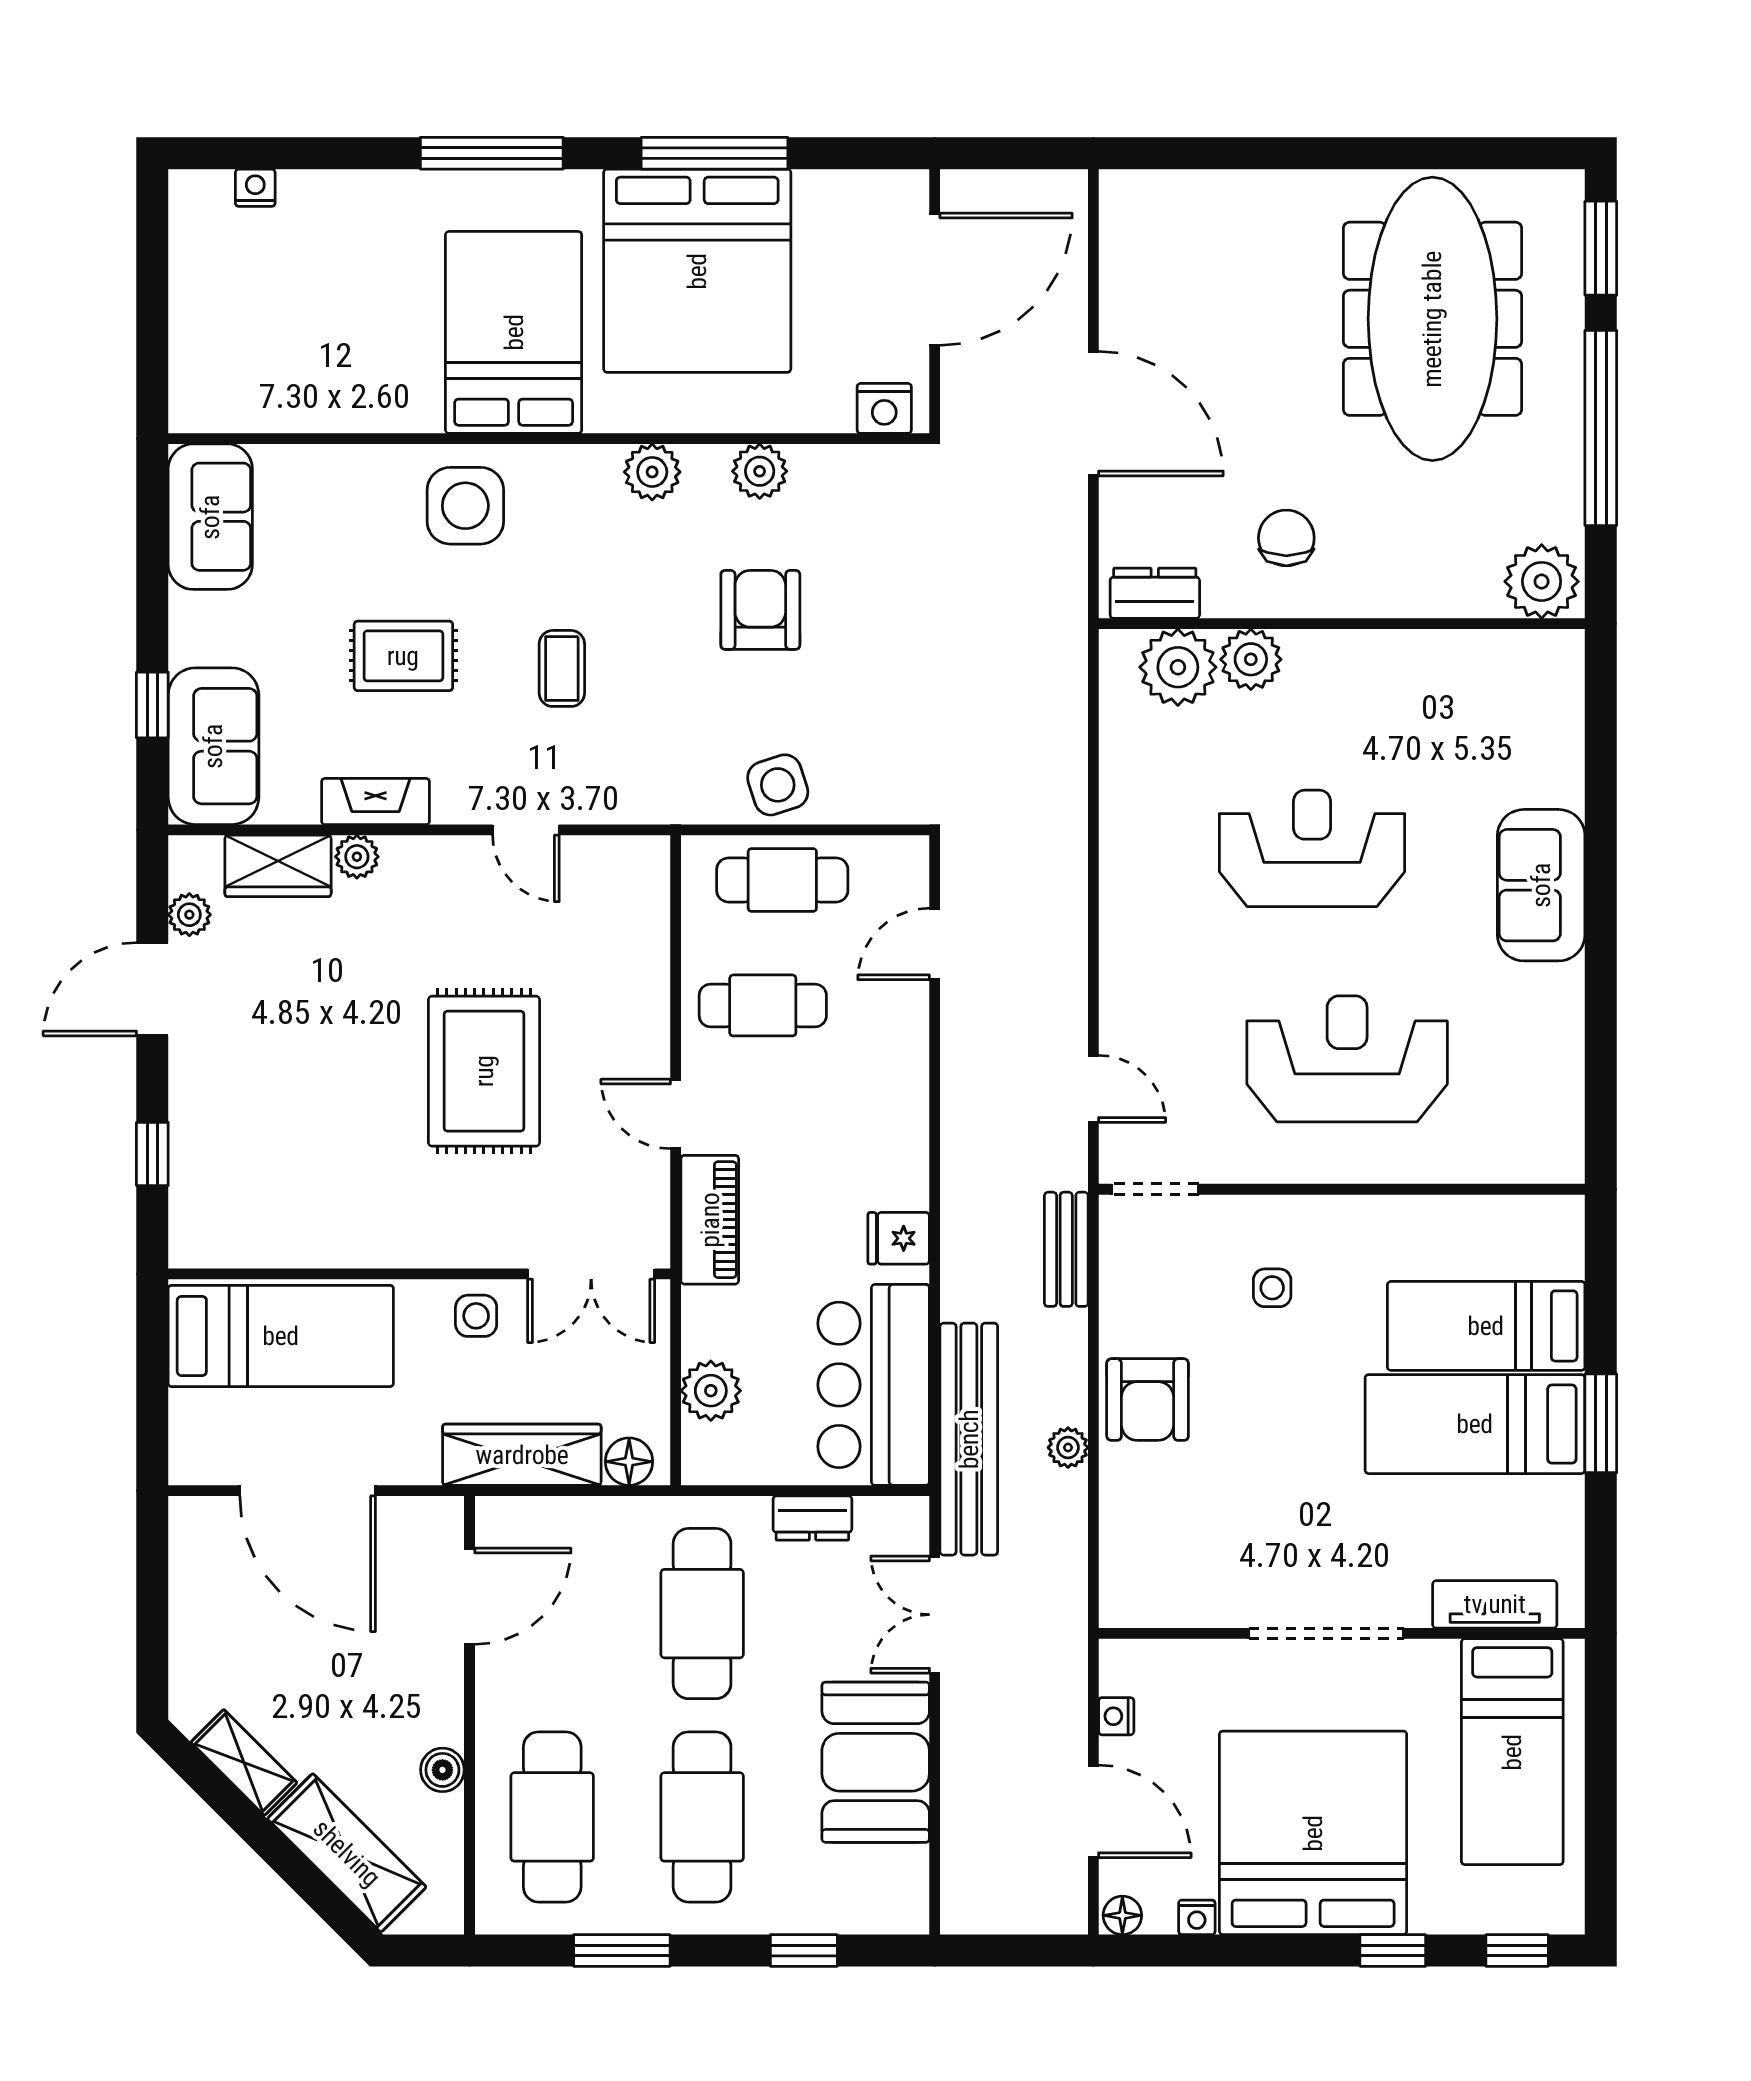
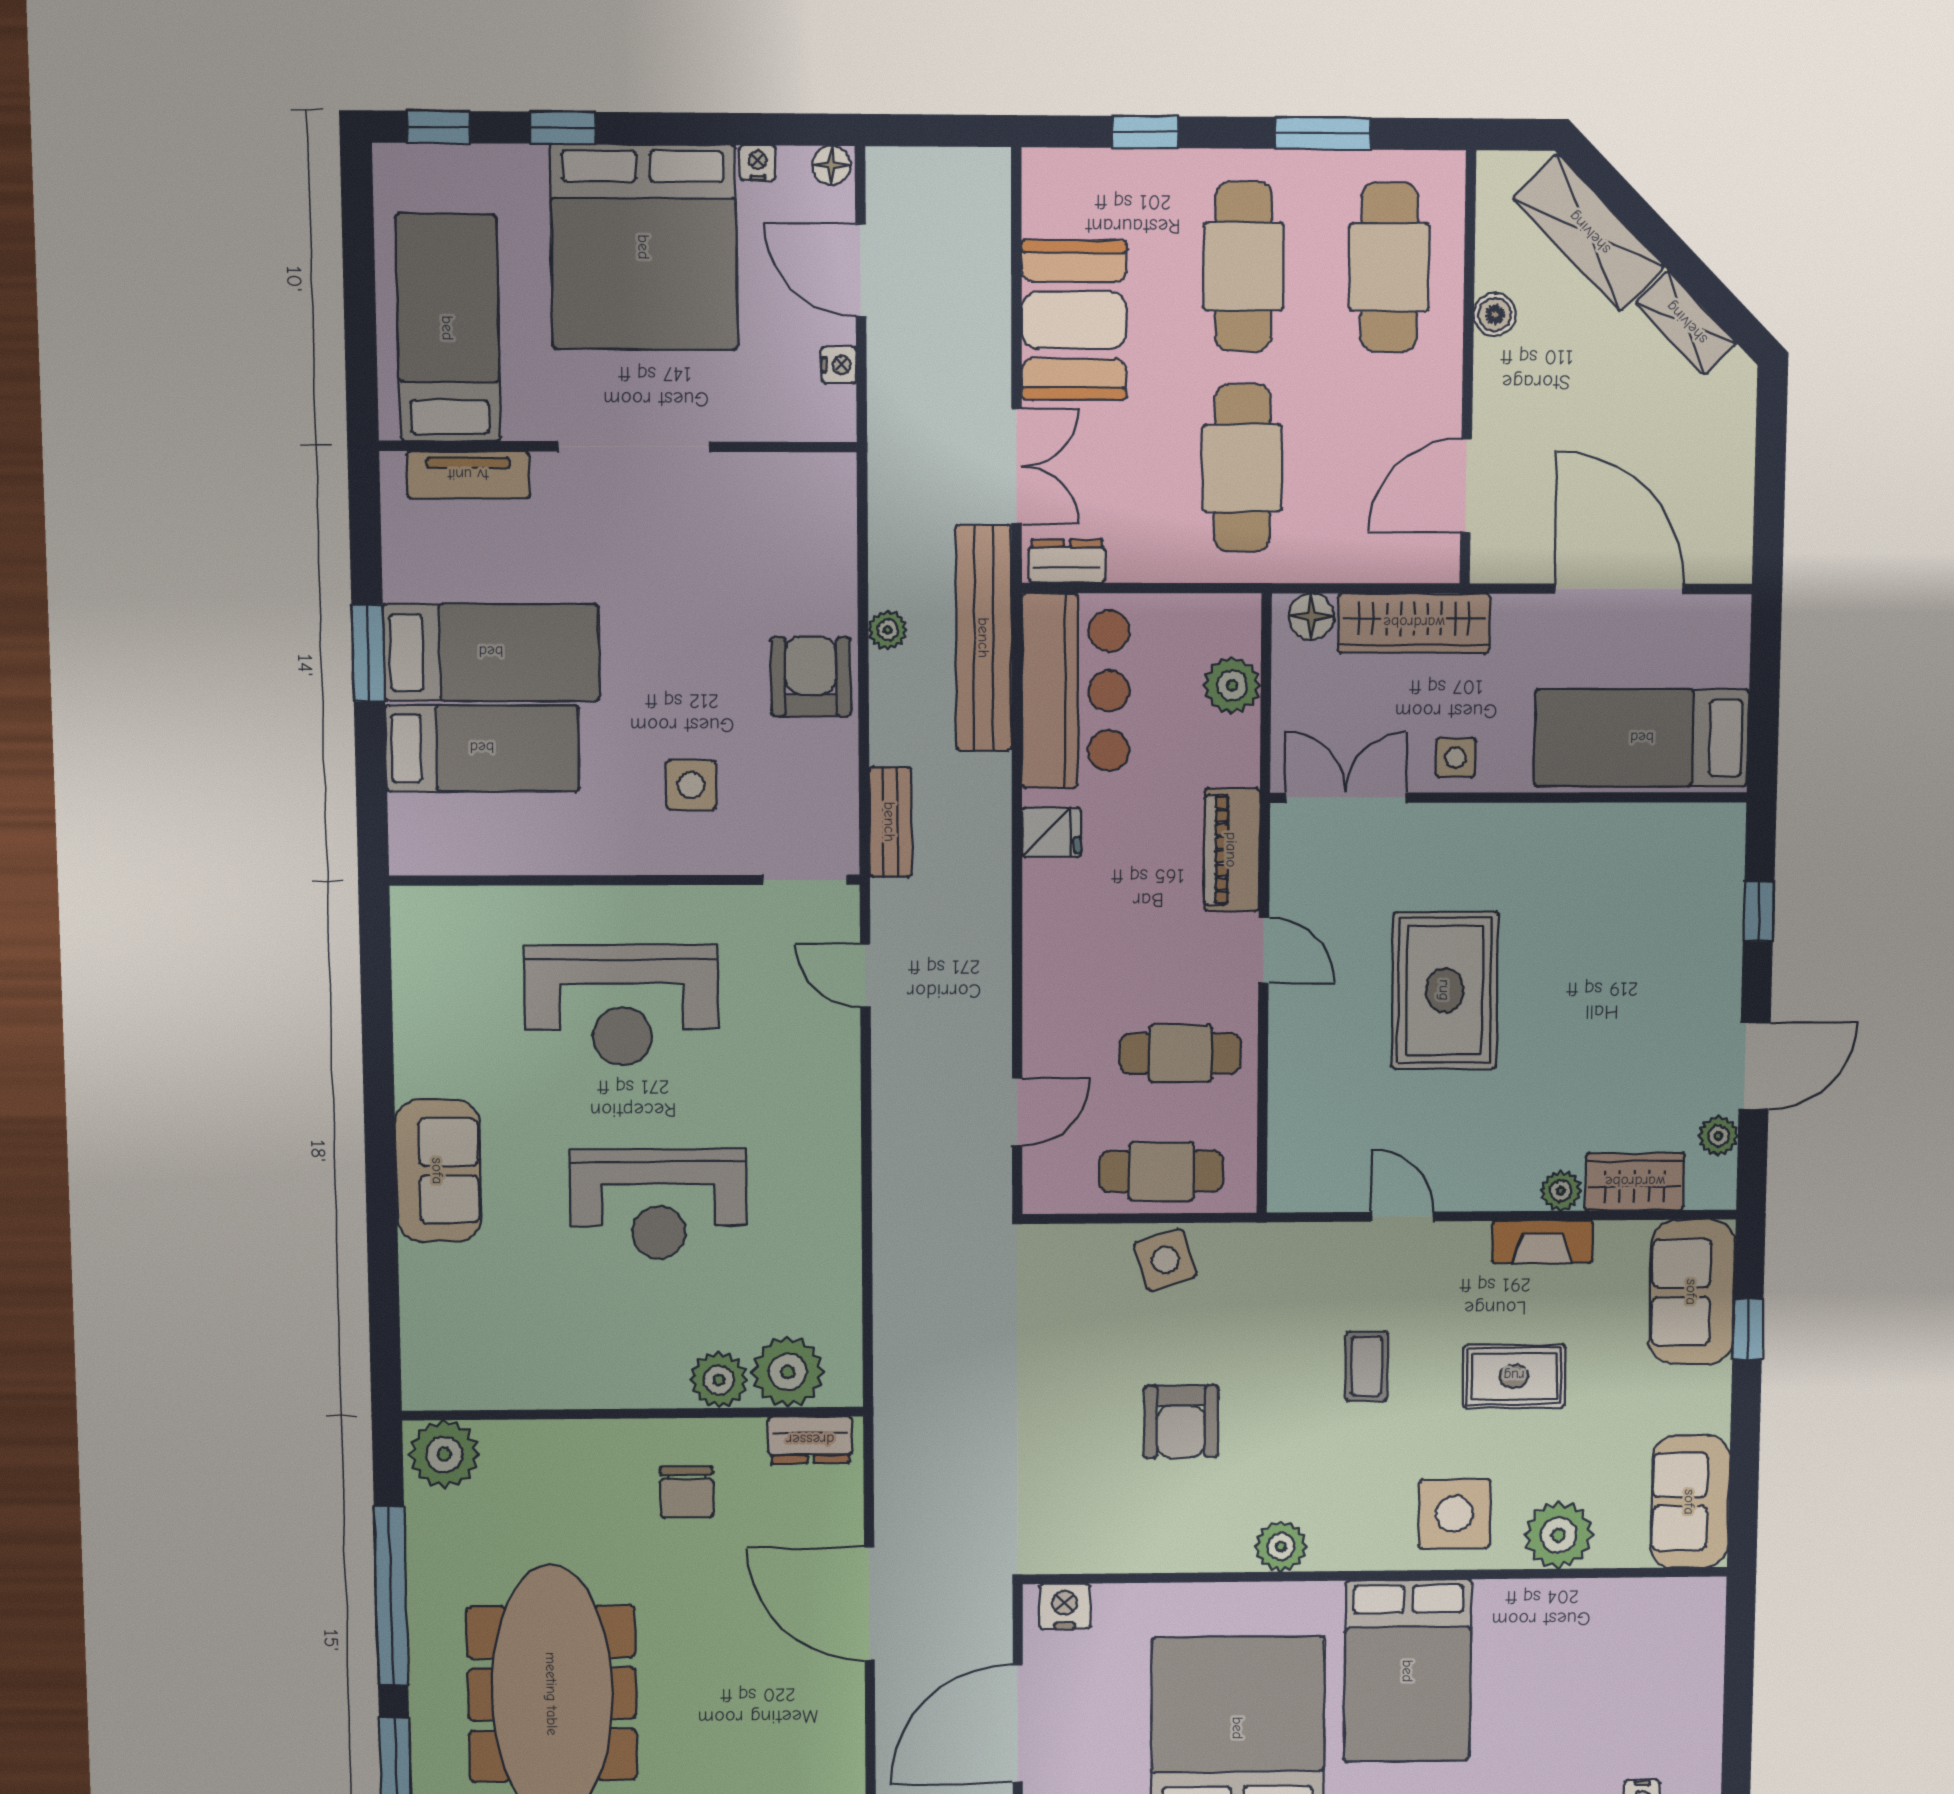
plant: (760, 471) -> (1558, 1535), moved, width x1.36, depth x1.36
side table: (1272, 1288) -> (691, 785), width x1.37, depth x1.37
dresser: (812, 1518) -> (1067, 561), moved

